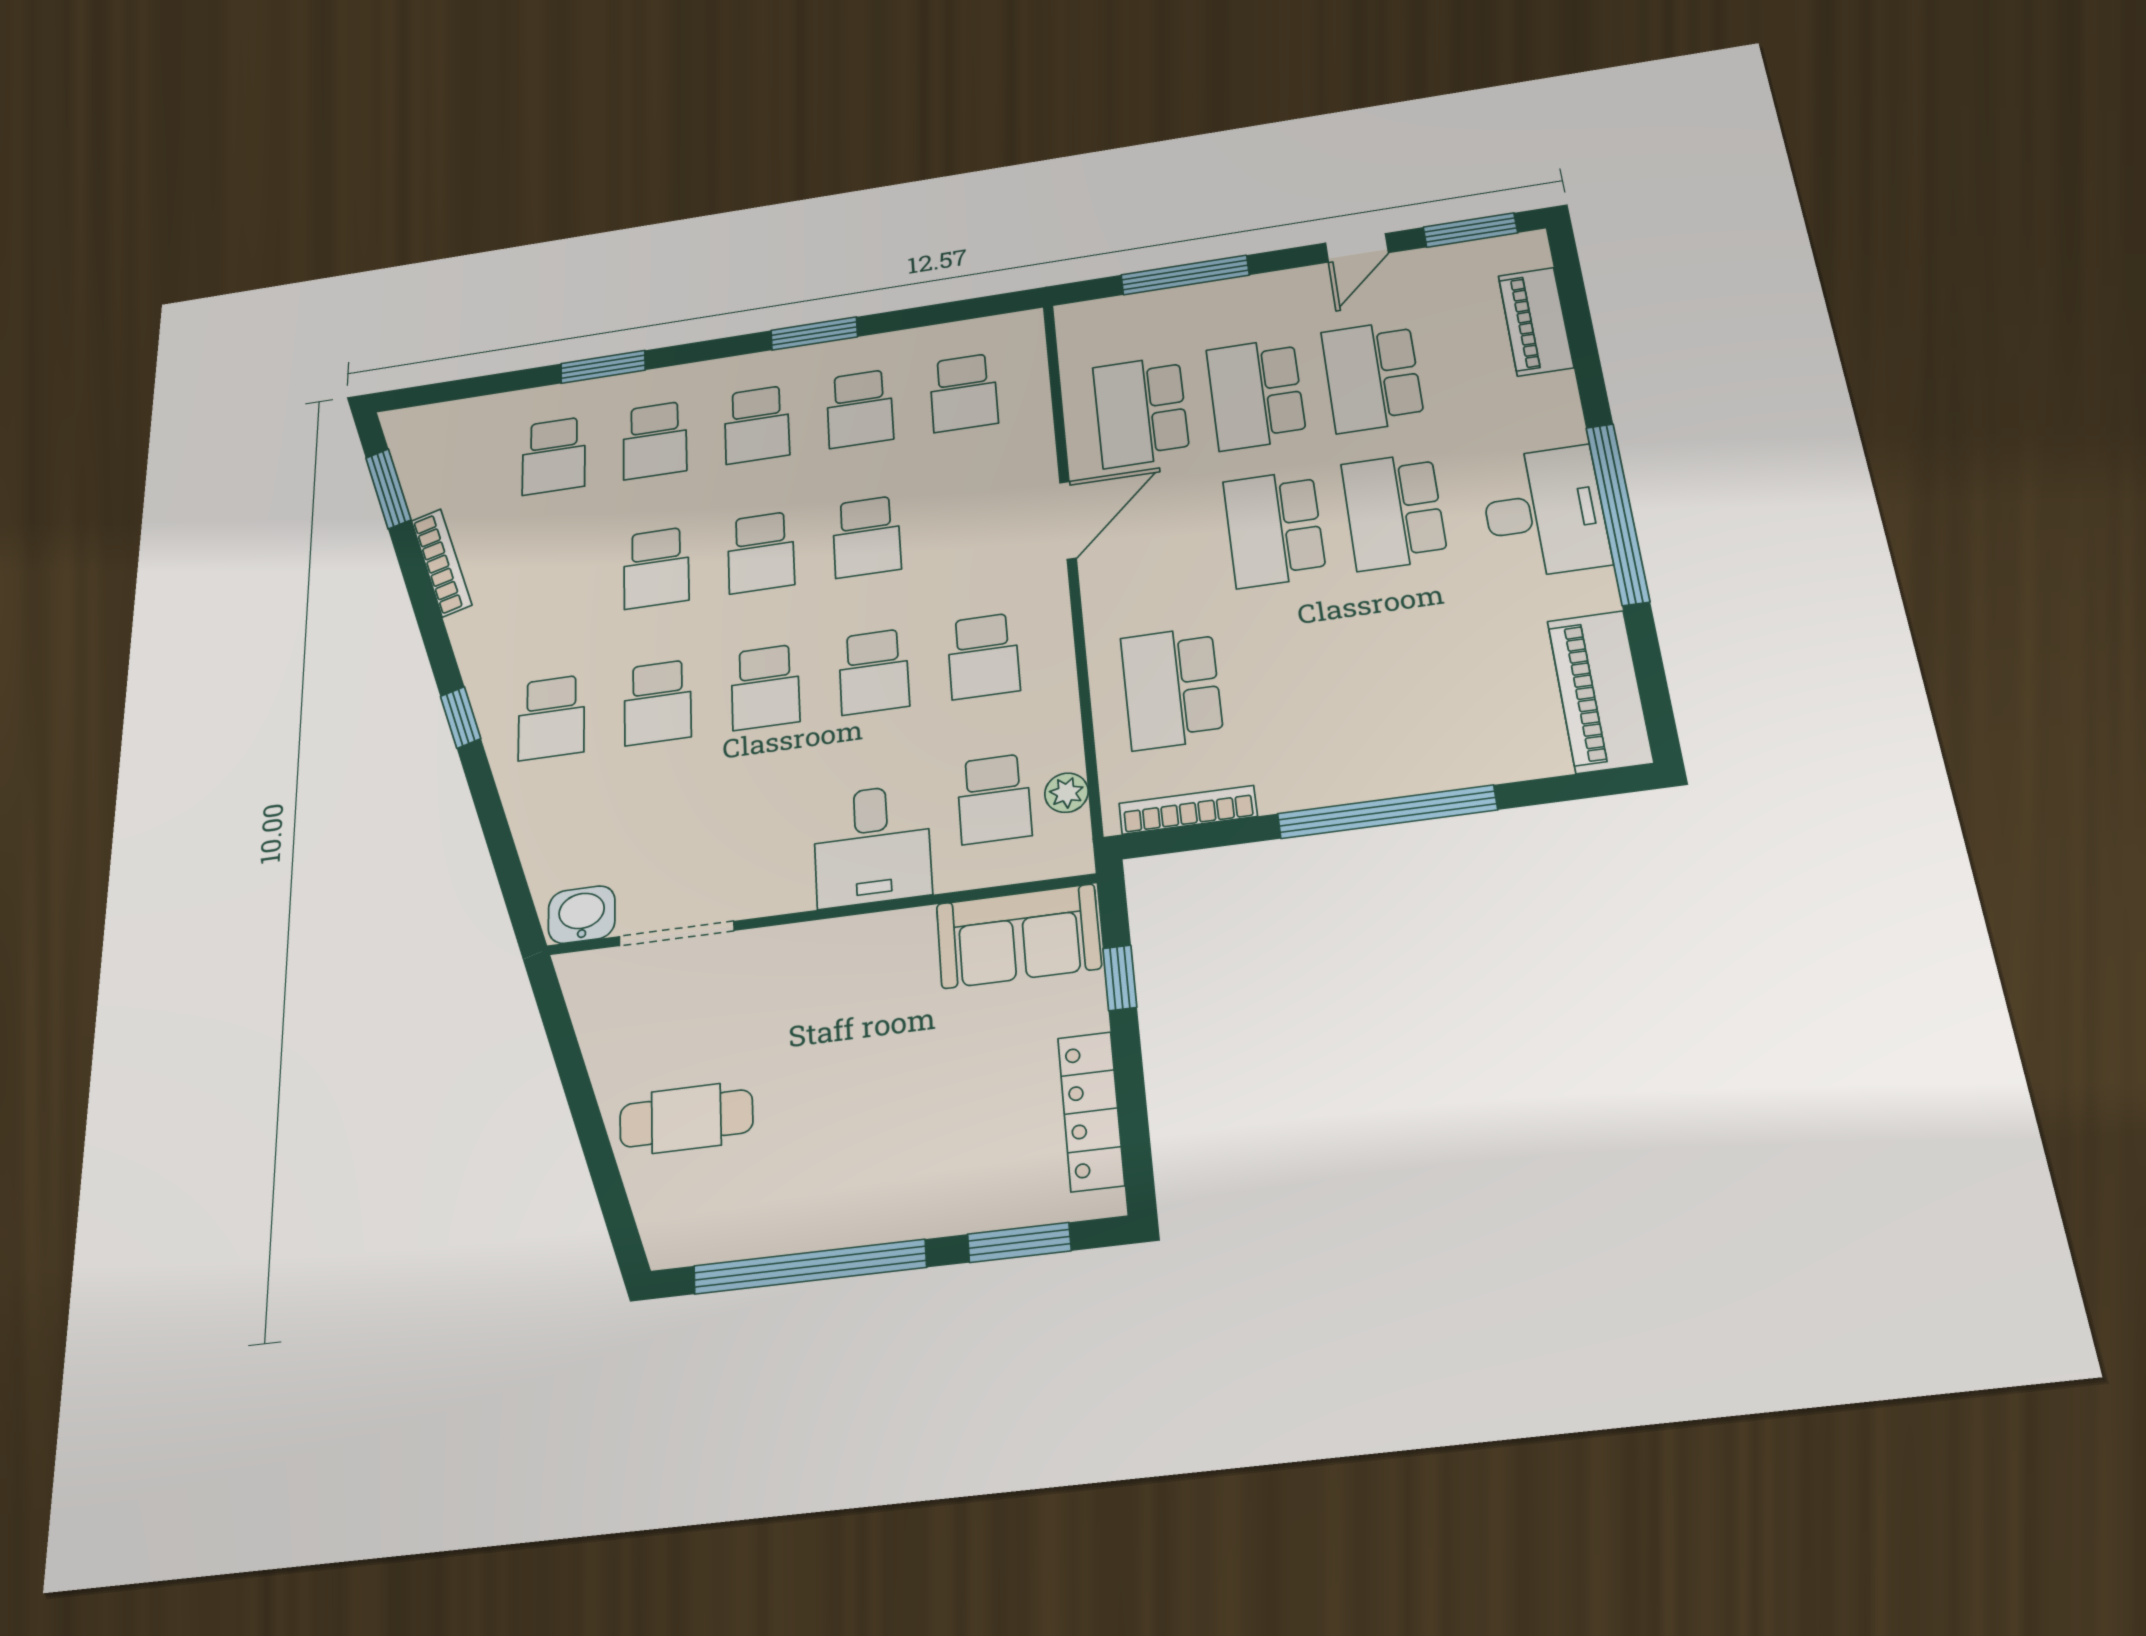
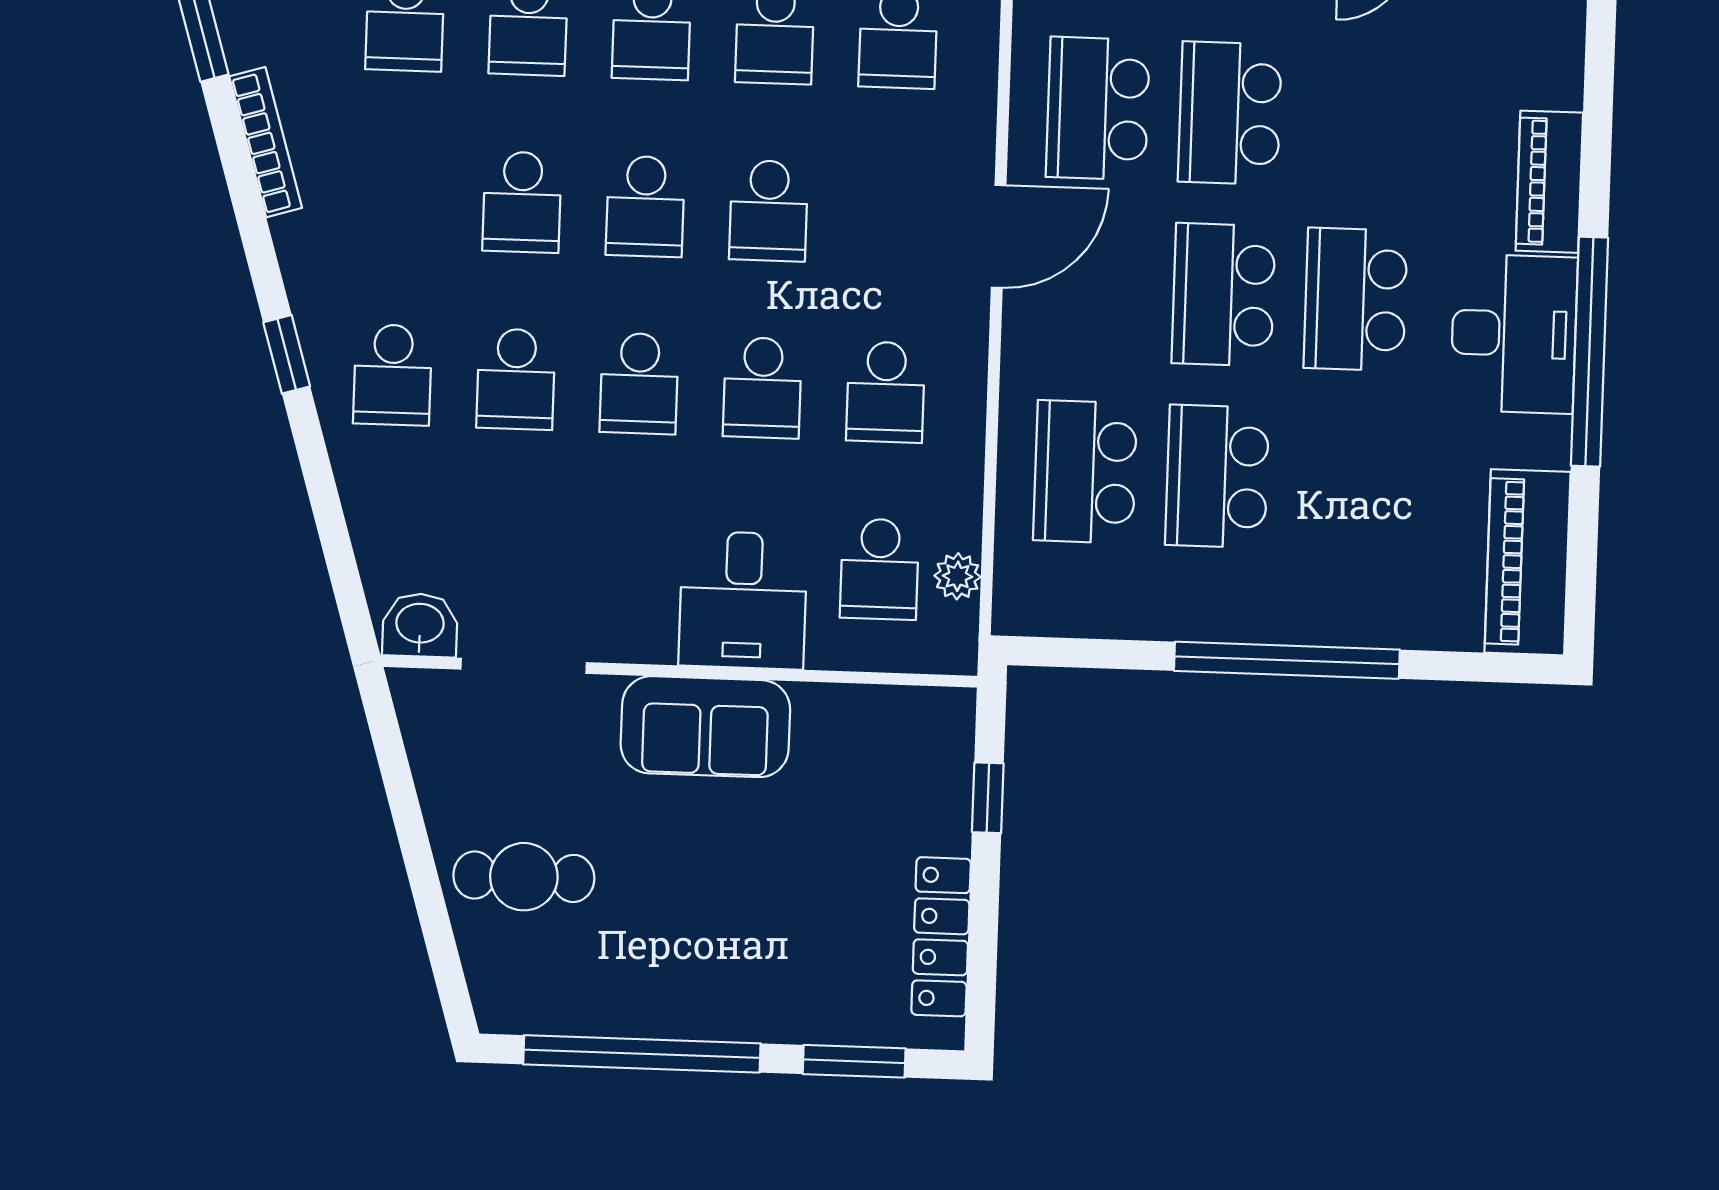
piano: (1536, 321) -> (1549, 182), moved
school desk: (1372, 376) -> (1217, 476), moved
bookcase: (1188, 810) -> (1083, 620), removed
sofa: (1018, 936) -> (705, 727), moved

